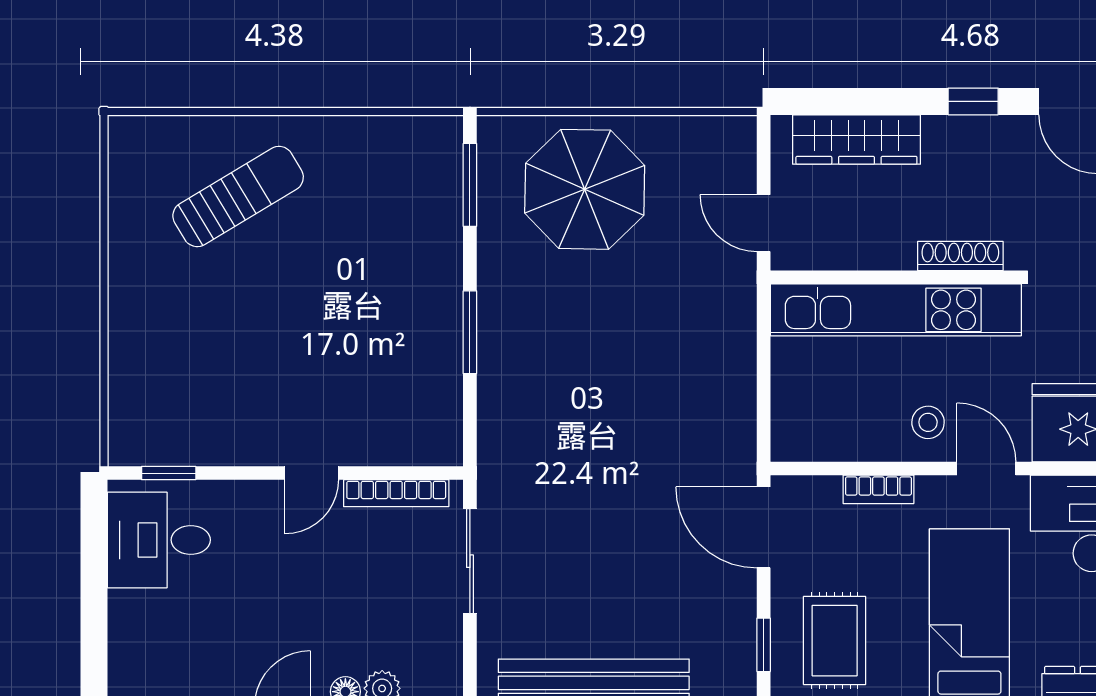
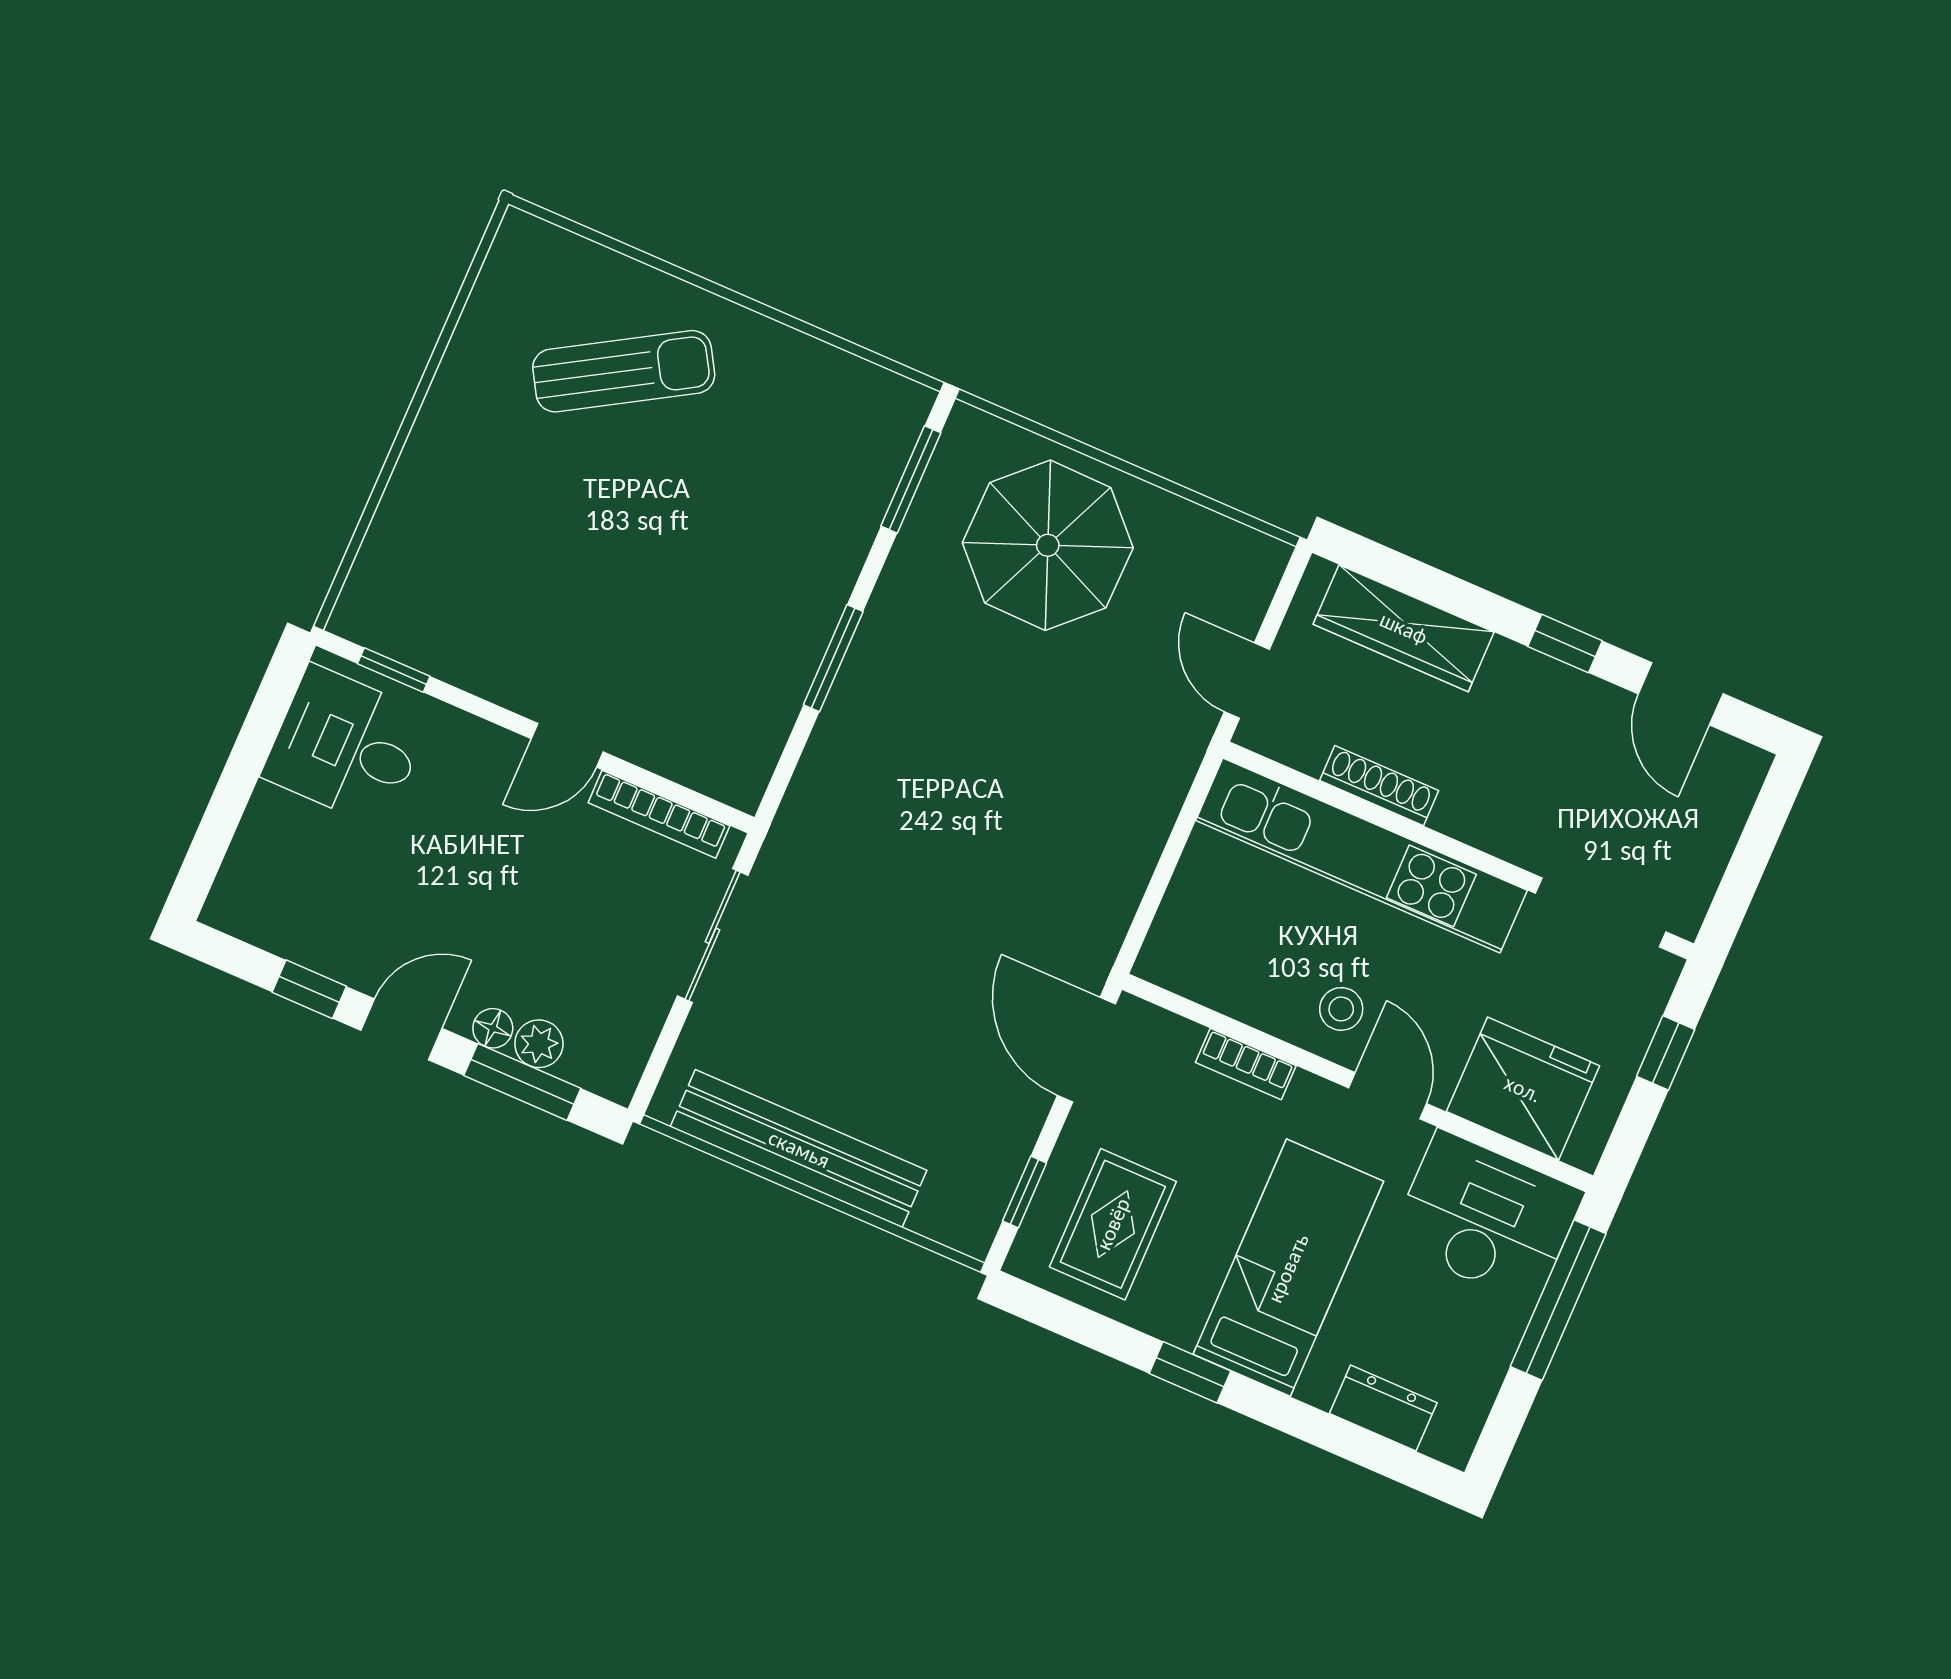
shoe rack: (960, 256) -> (1379, 786), moved

